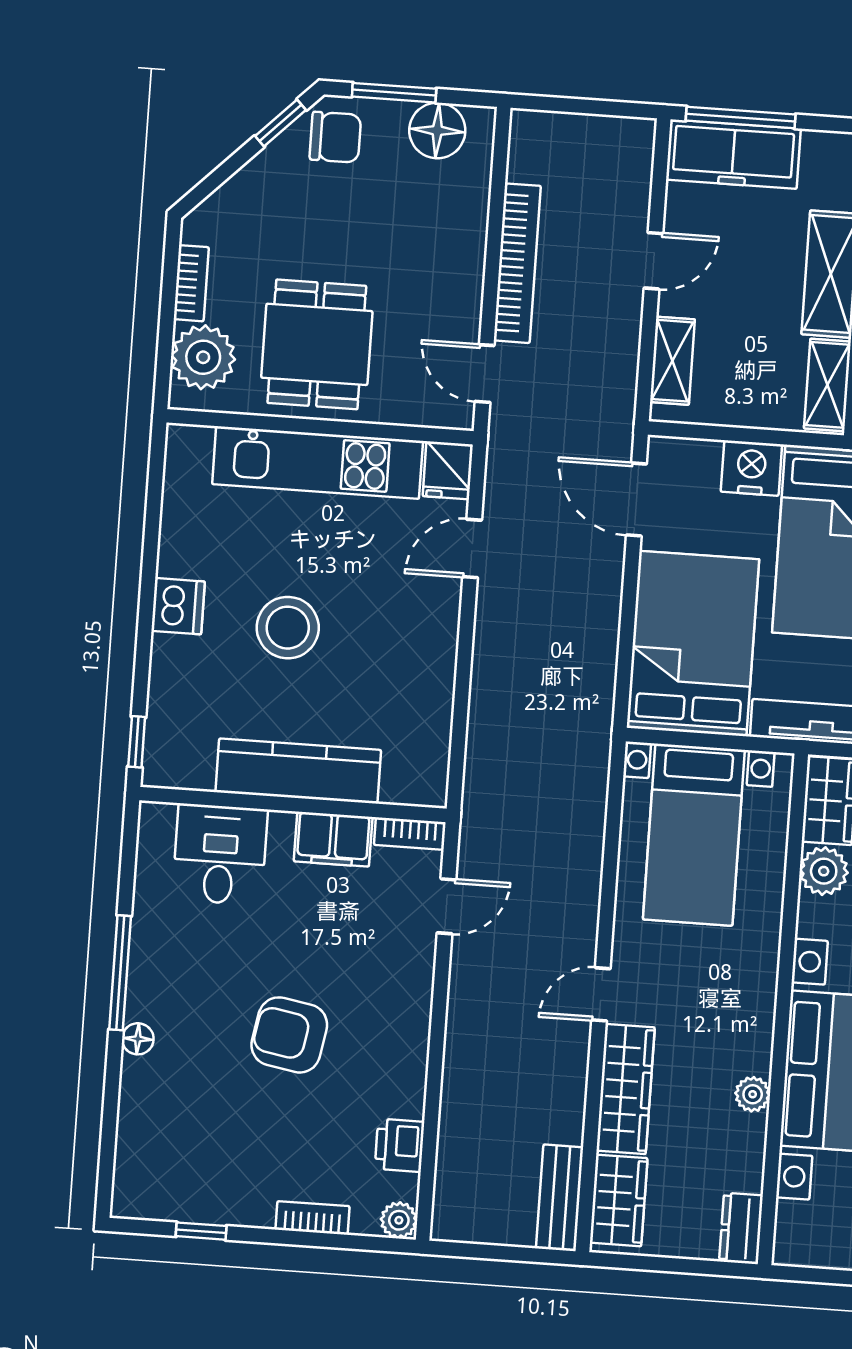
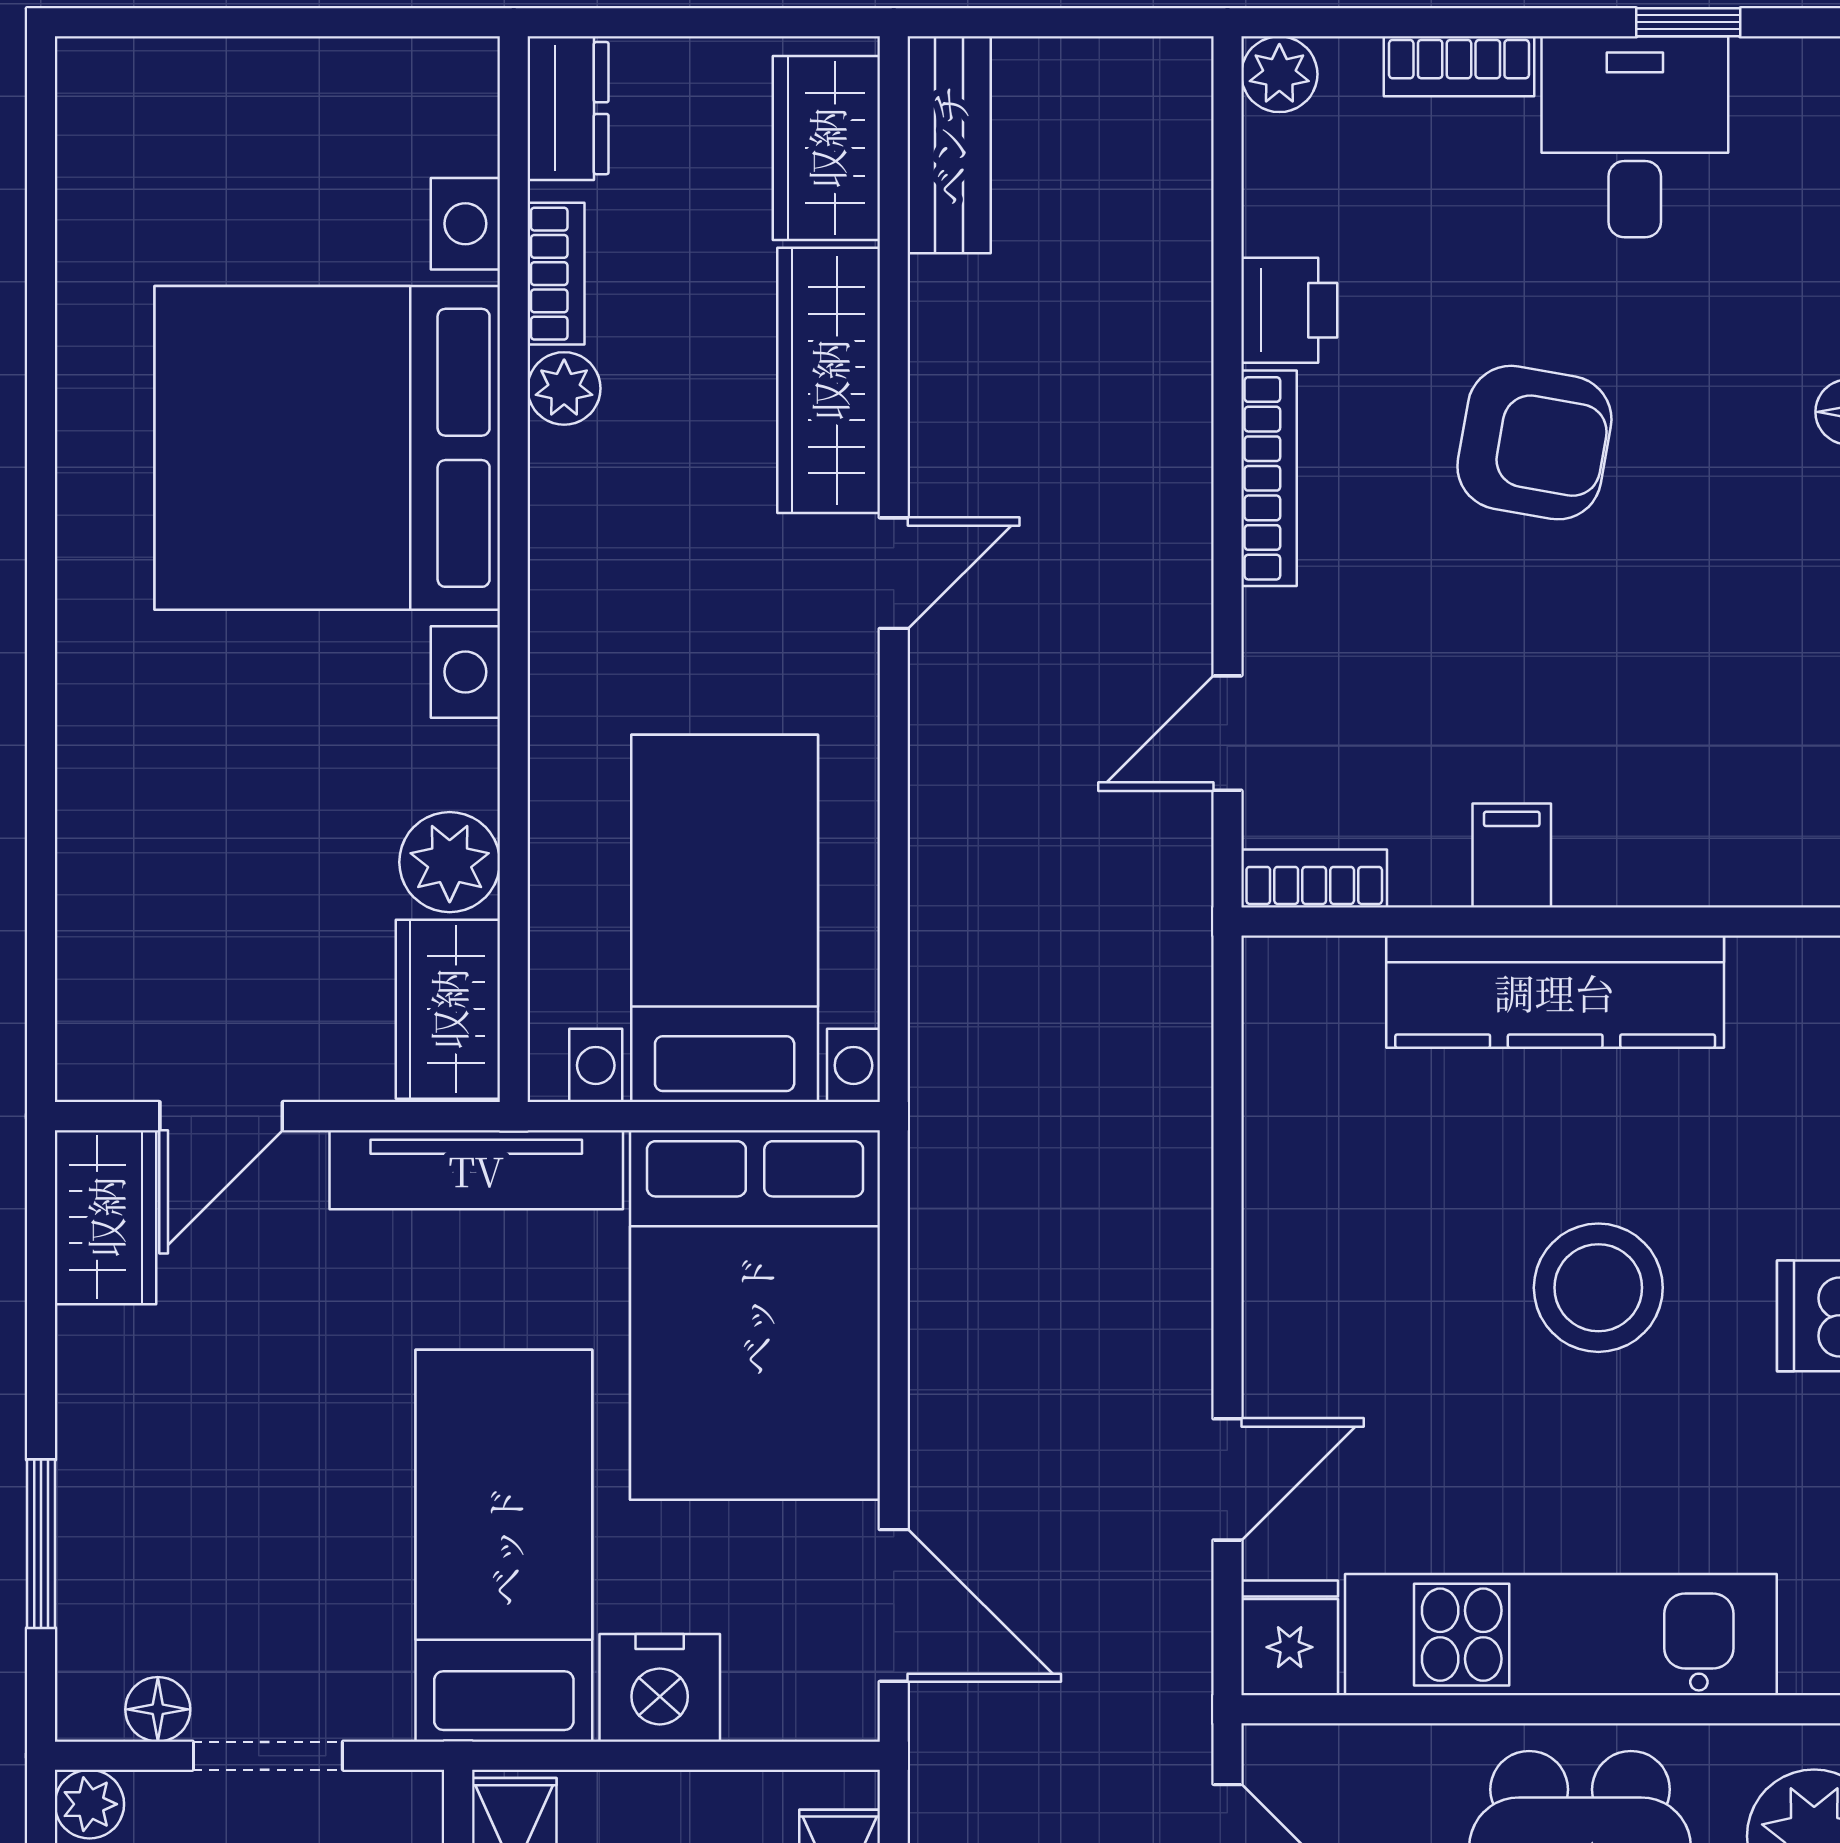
filing cabinet: (333, 839) -> (1512, 855), width x0.50
desk: (220, 854) -> (1635, 137), moved, turned 180
bookcase: (418, 1027) -> (1269, 478), added
printer: (399, 1145) -> (1289, 310), moved
bookcase: (752, 1150) -> (556, 274), added

